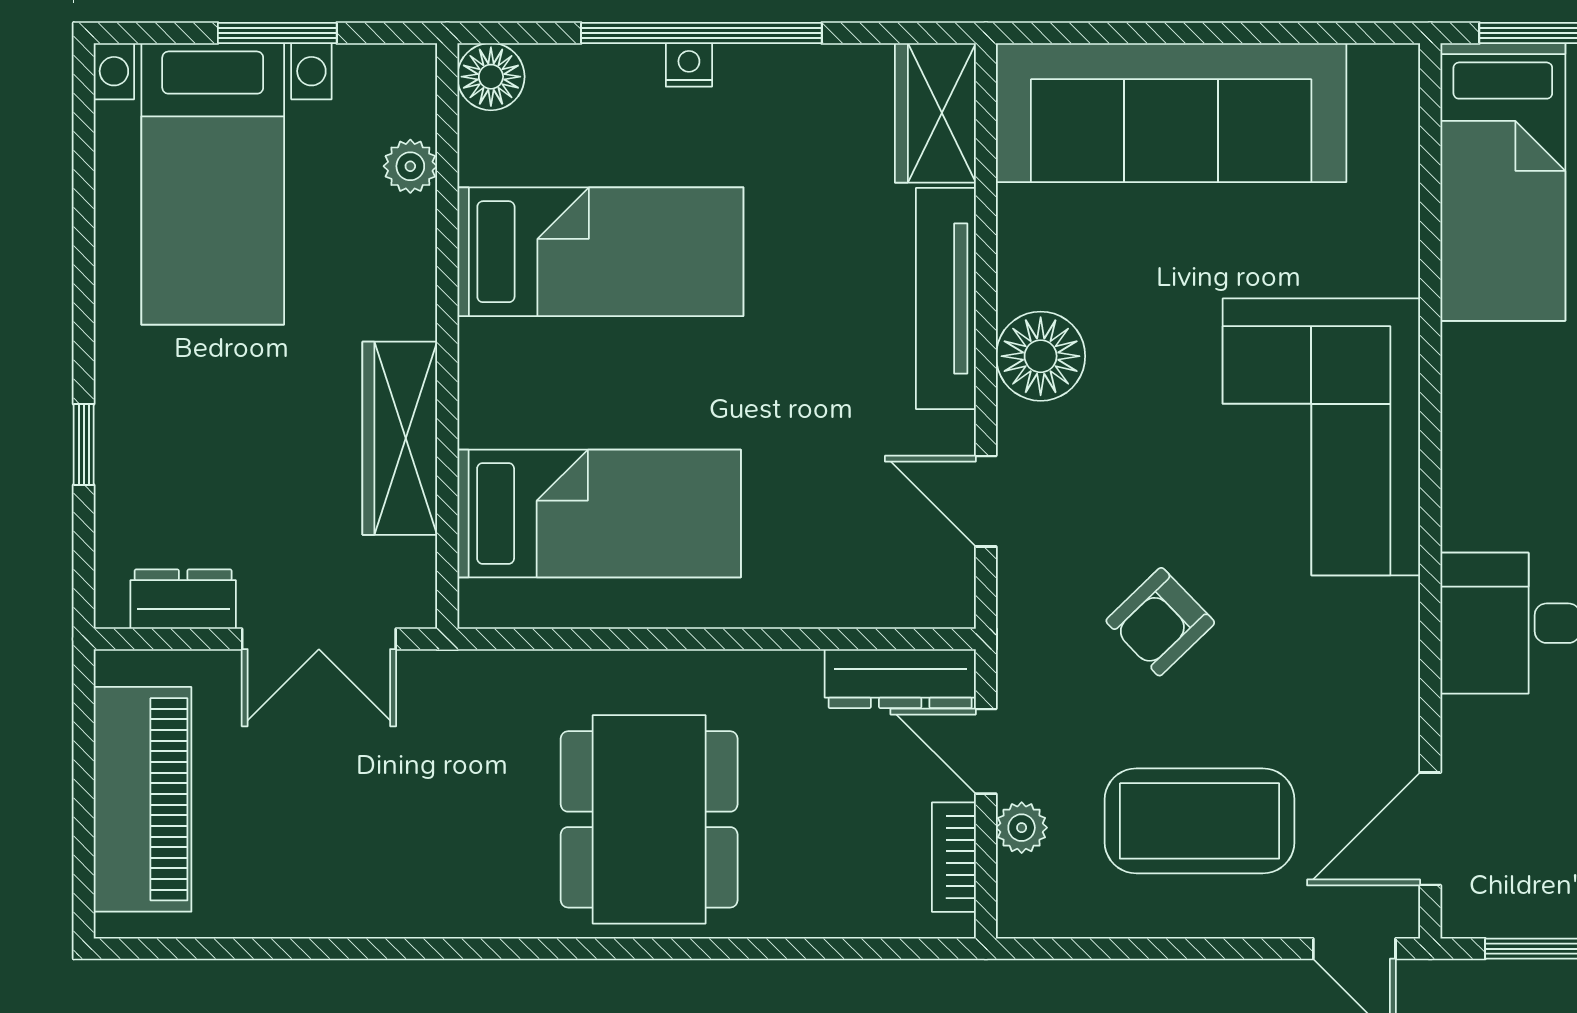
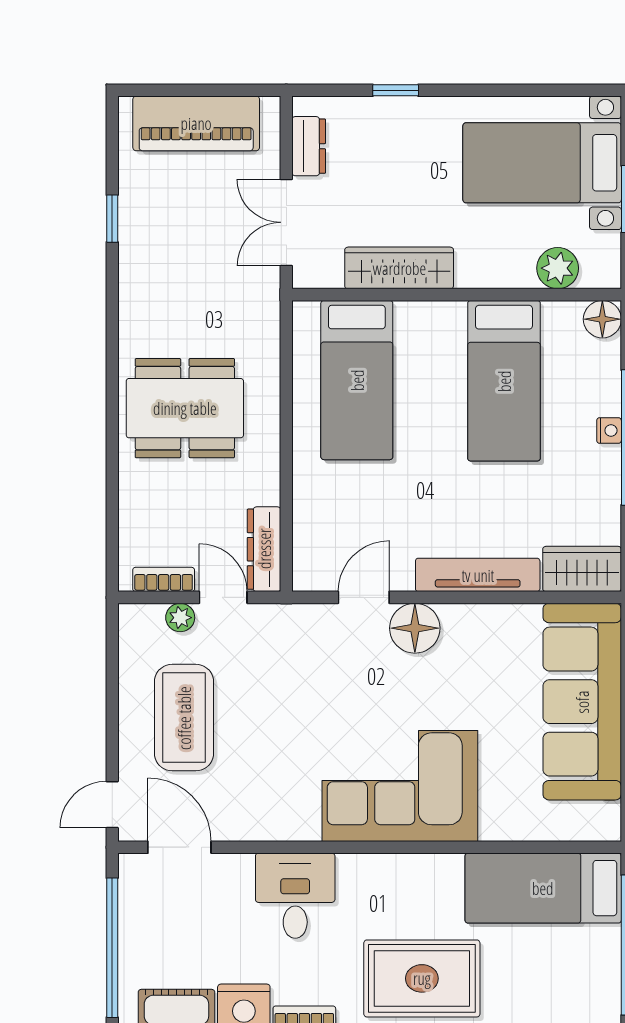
plant: (410, 166) -> (558, 268), width x1.38, depth x1.38
floor lamp: (1041, 356) -> (415, 628), moved
armchair: (1160, 622) -> (296, 695), removed
door: (986, 751) -> (223, 597), hinge flipped
window: (312, 949) -> (112, 219), added

